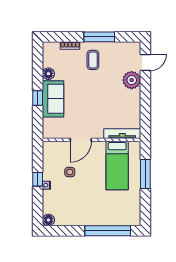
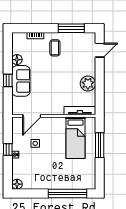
window: (99, 37) -> (71, 28), moved
plant: (132, 80) -> (88, 84), moved
door: (81, 140) -> (32, 116), moved

